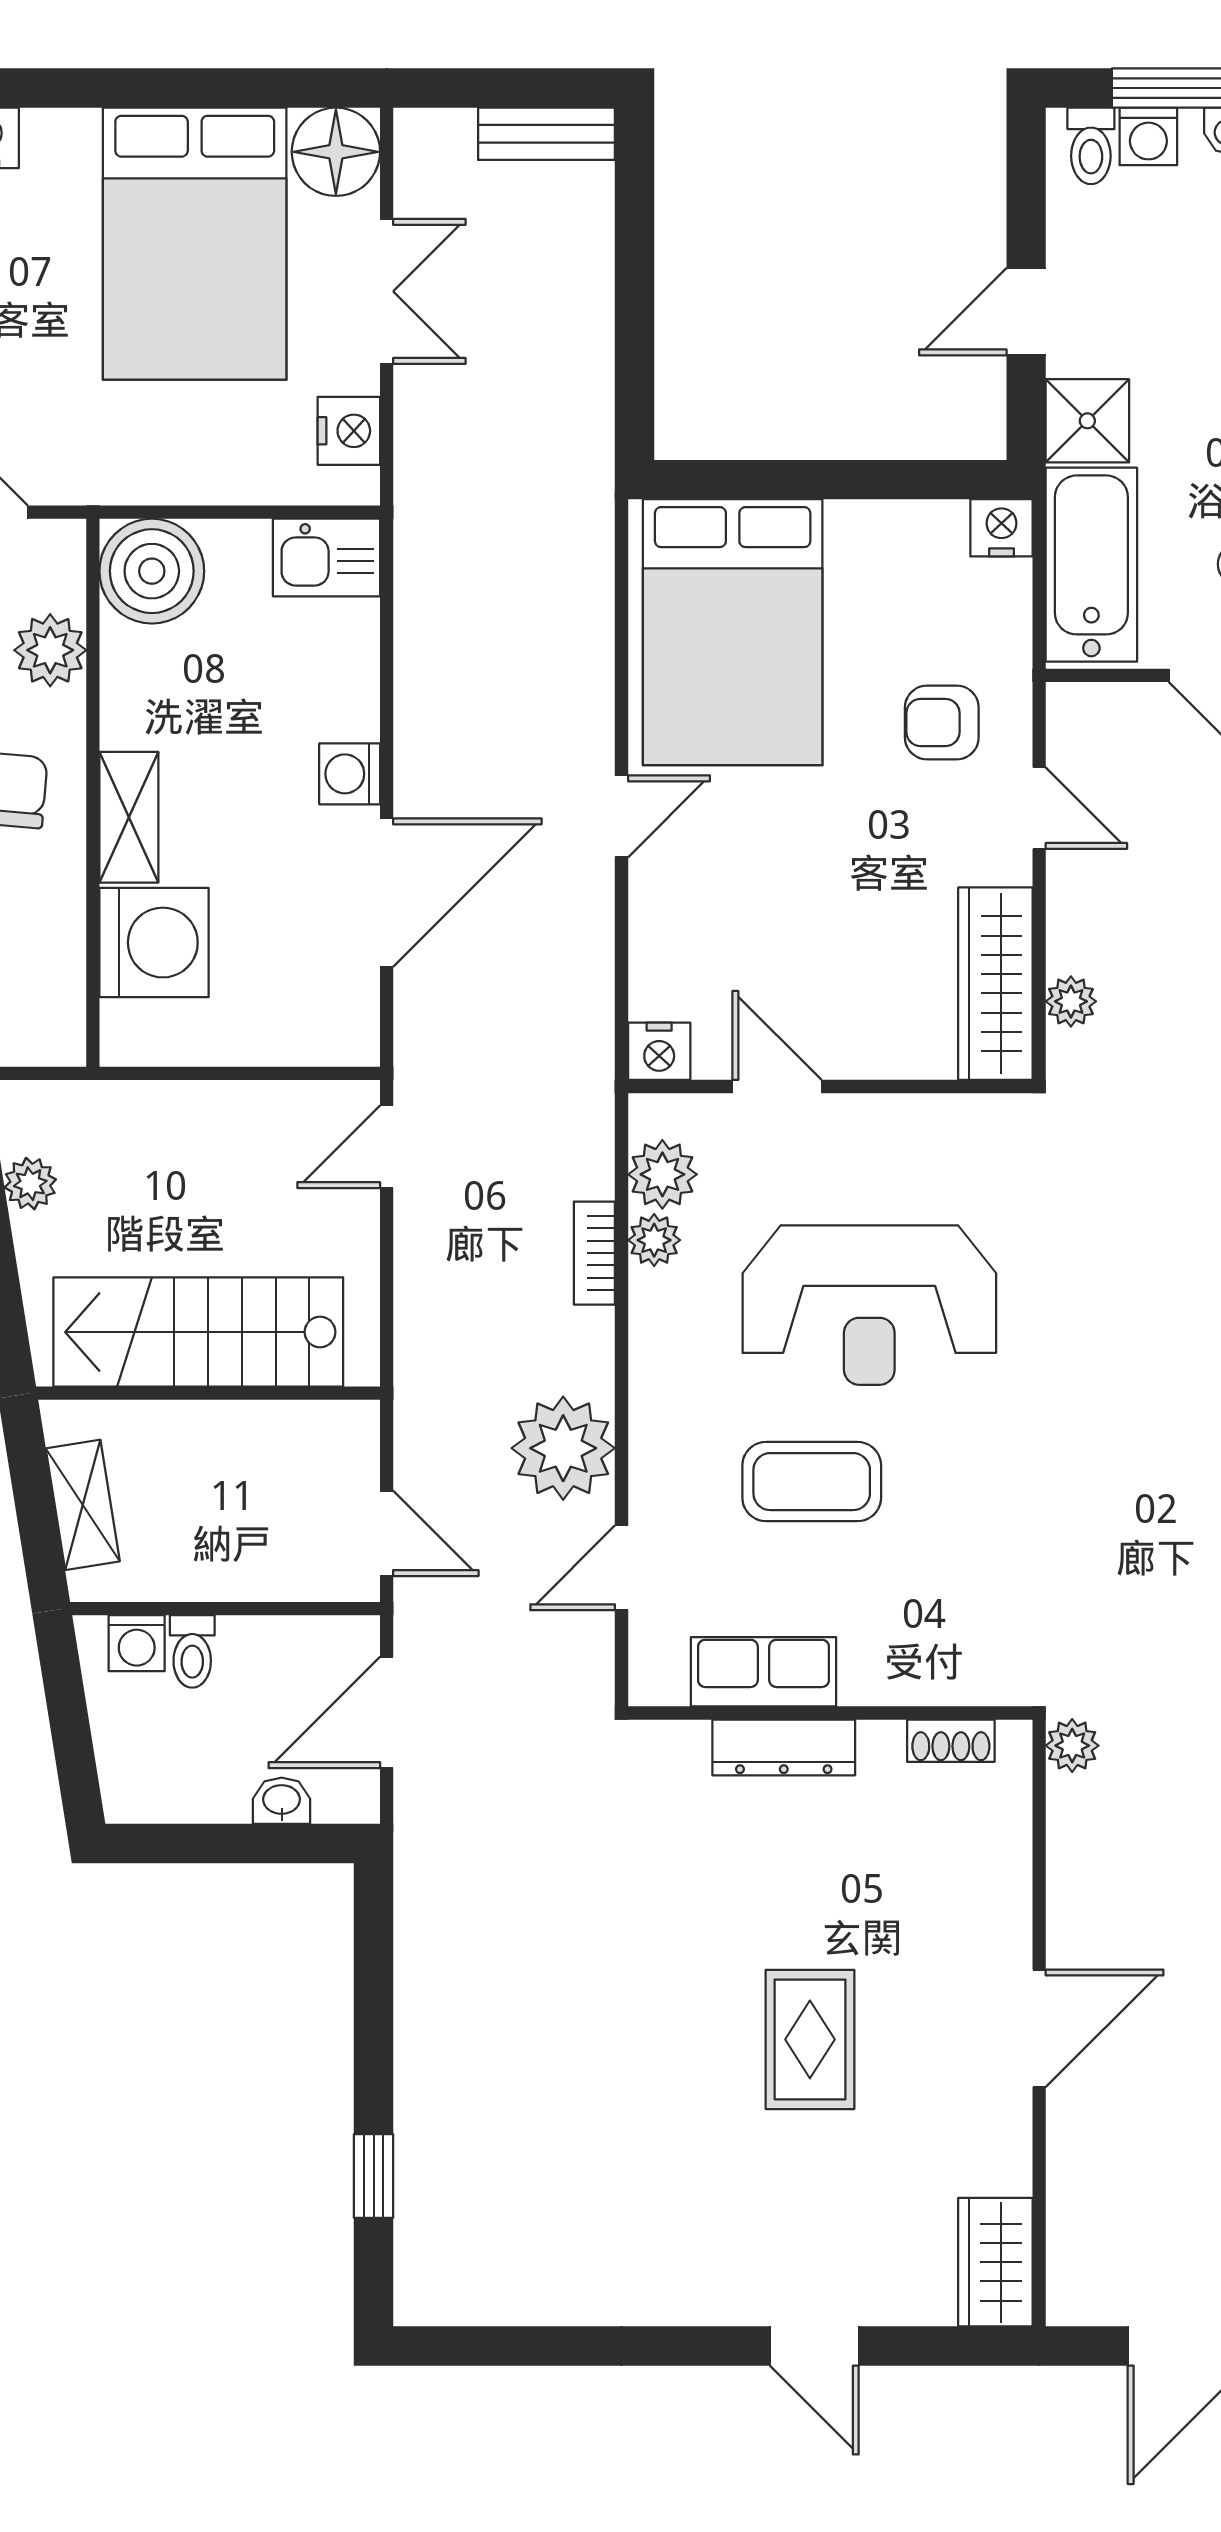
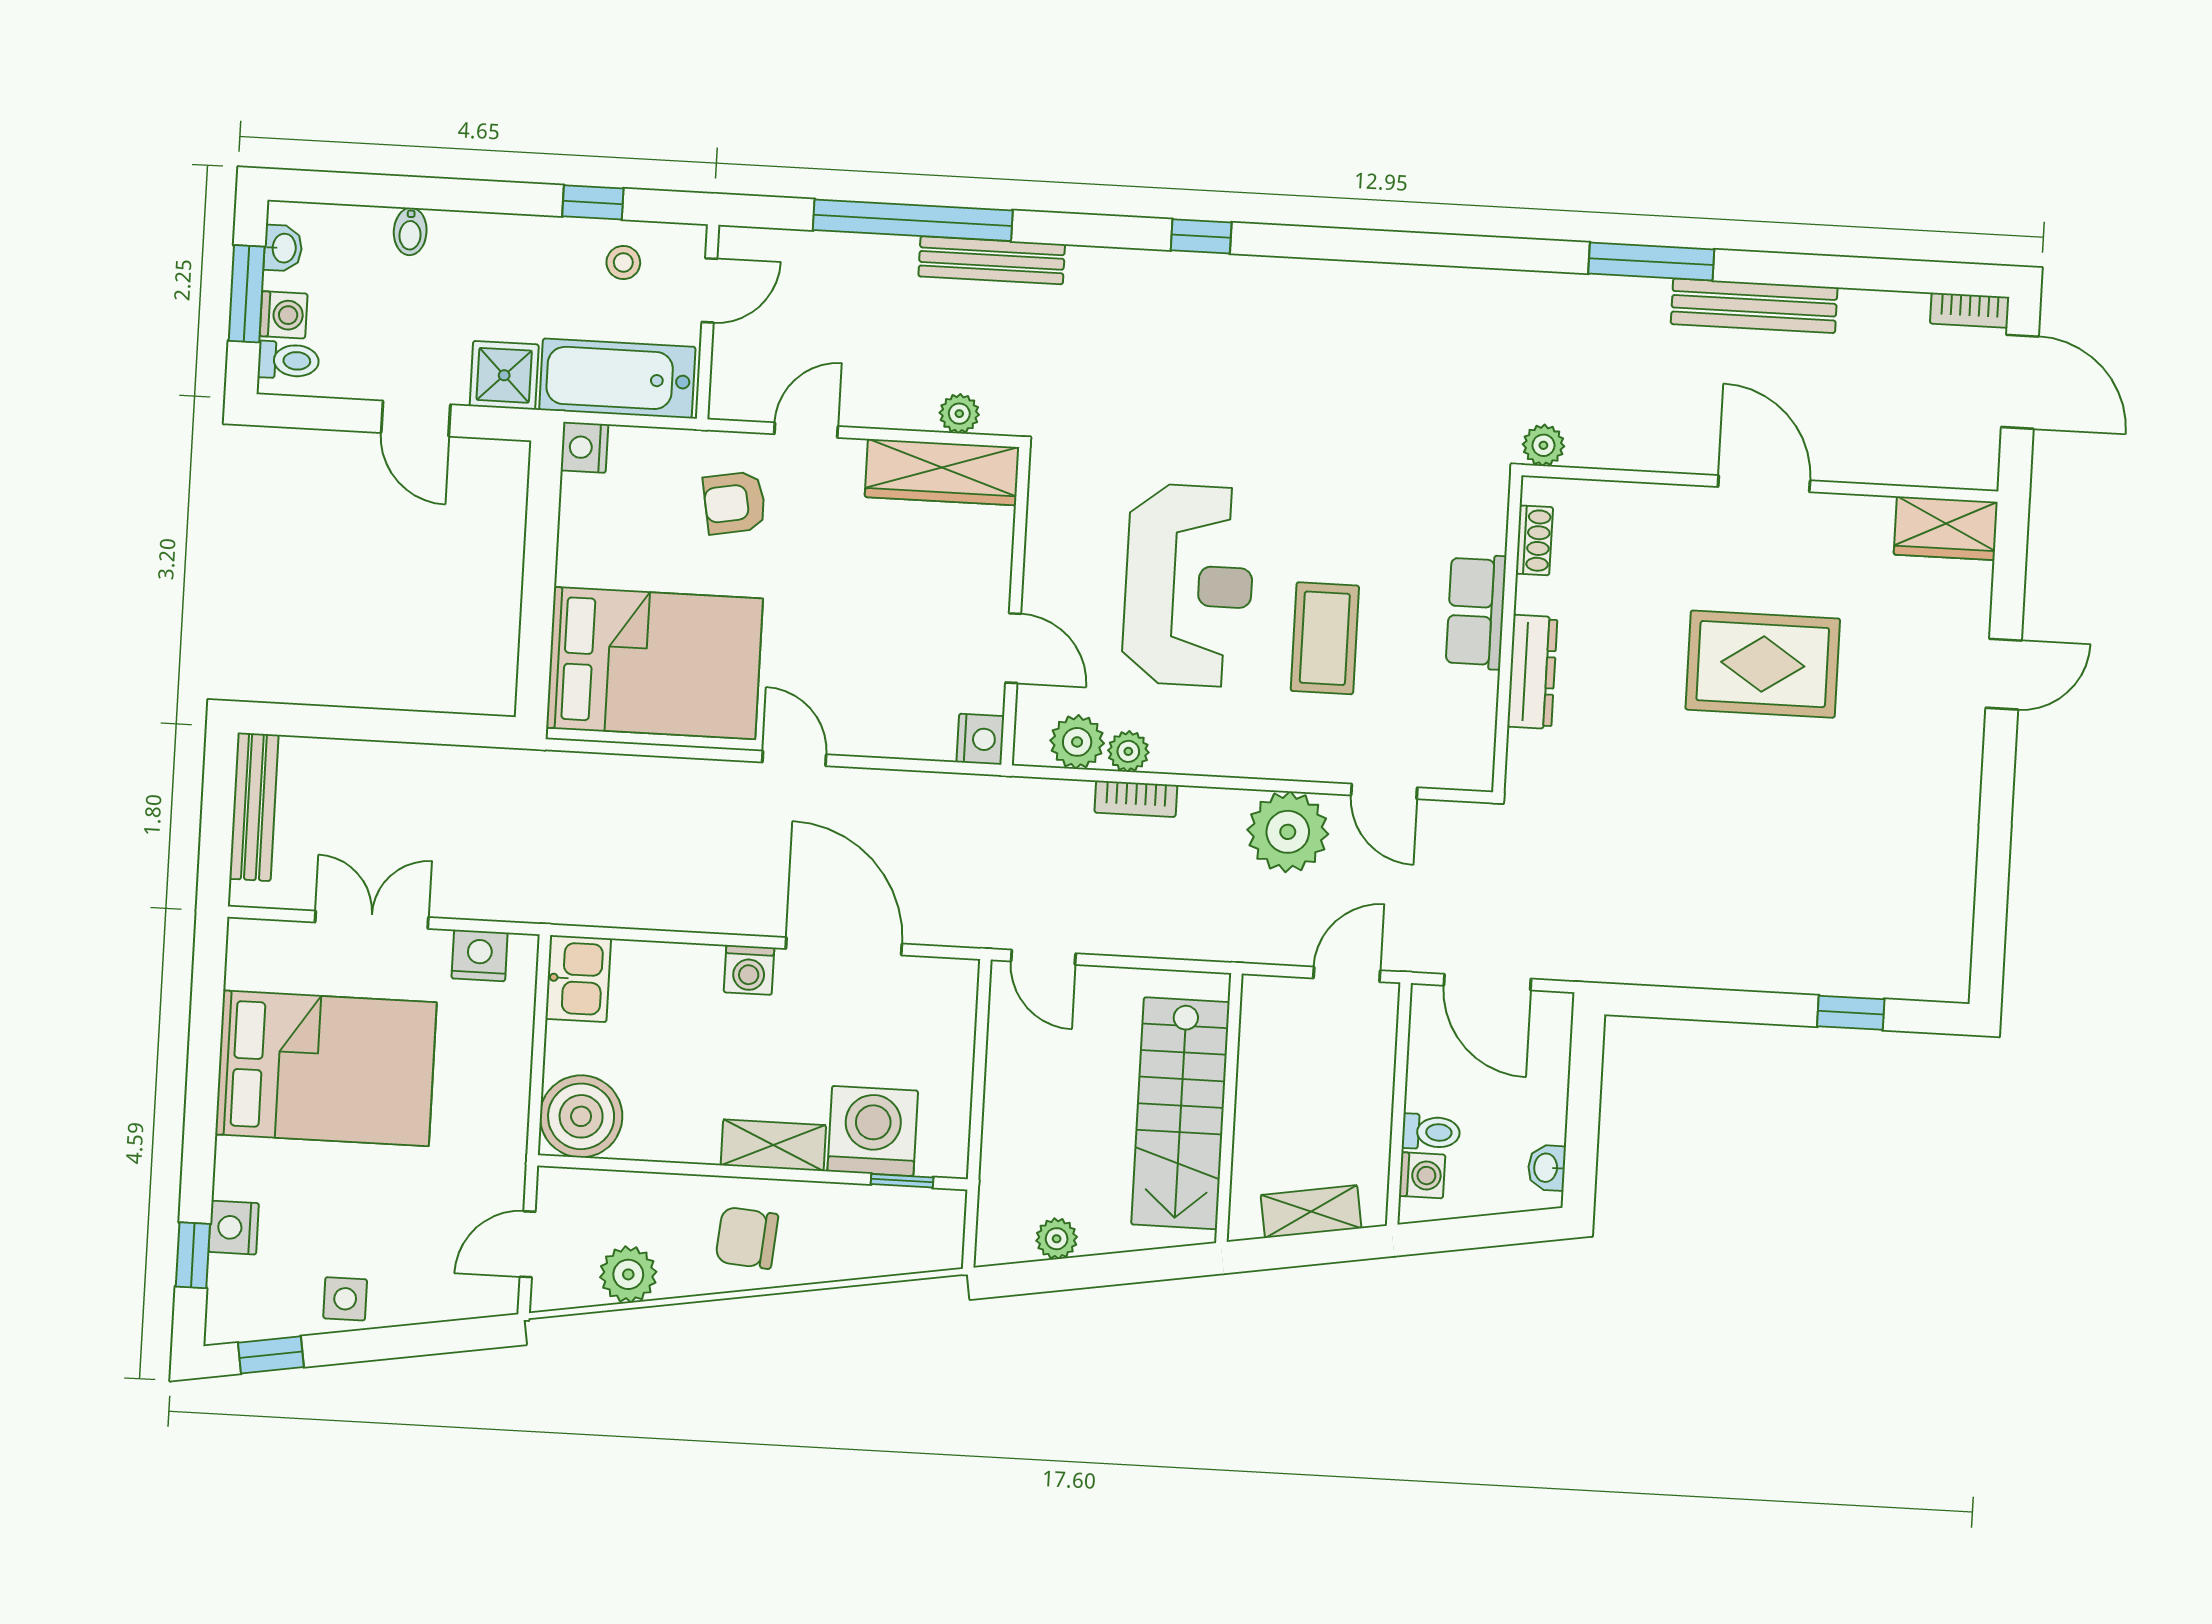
bench: (547, 134) -> (254, 807), width x1.36
floor lamp: (336, 152) -> (260, 953), removed
plant: (50, 650) -> (639, 1200), removed
armchair: (942, 722) -> (735, 503), turned 80
window: (93, 983) -> (902, 1181), added
door: (777, 1086) -> (1013, 648), swing flipped
row of seats: (763, 1672) -> (1476, 612), moved
washbasin: (282, 1801) -> (1547, 1168), moved
rug: (810, 2039) -> (1763, 664), width x1.36, depth x1.43

